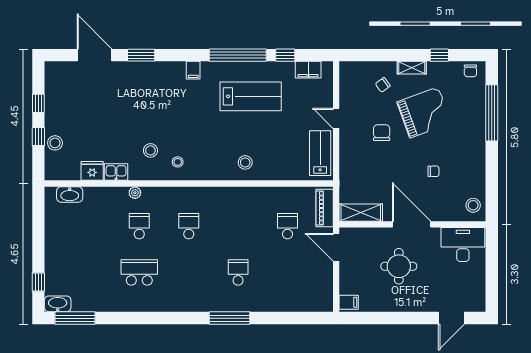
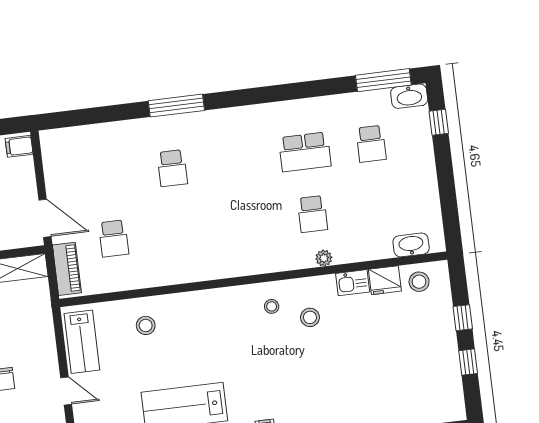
stool: (55, 143) -> (419, 282), moved
stool: (245, 162) -> (146, 325), moved
school desk: (189, 226) -> (371, 144), moved

